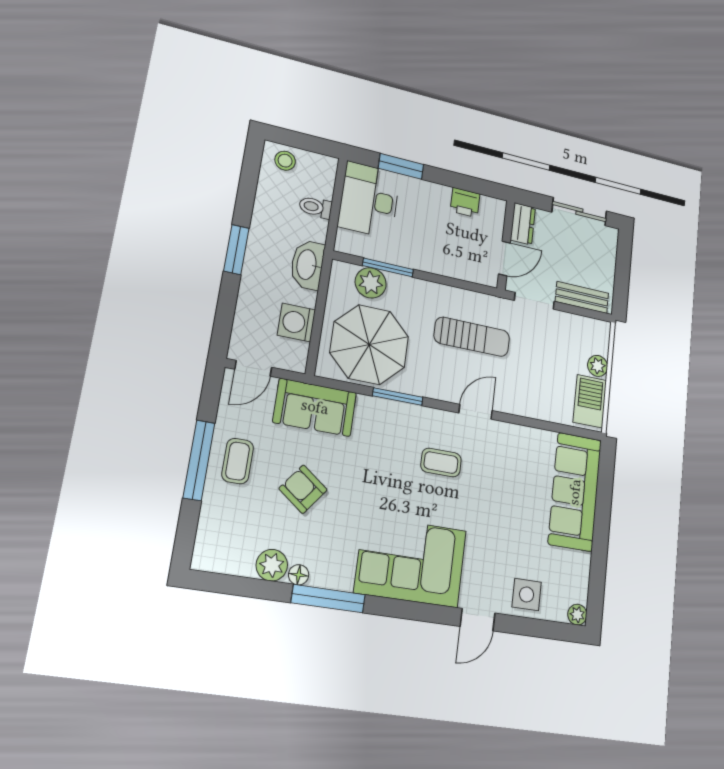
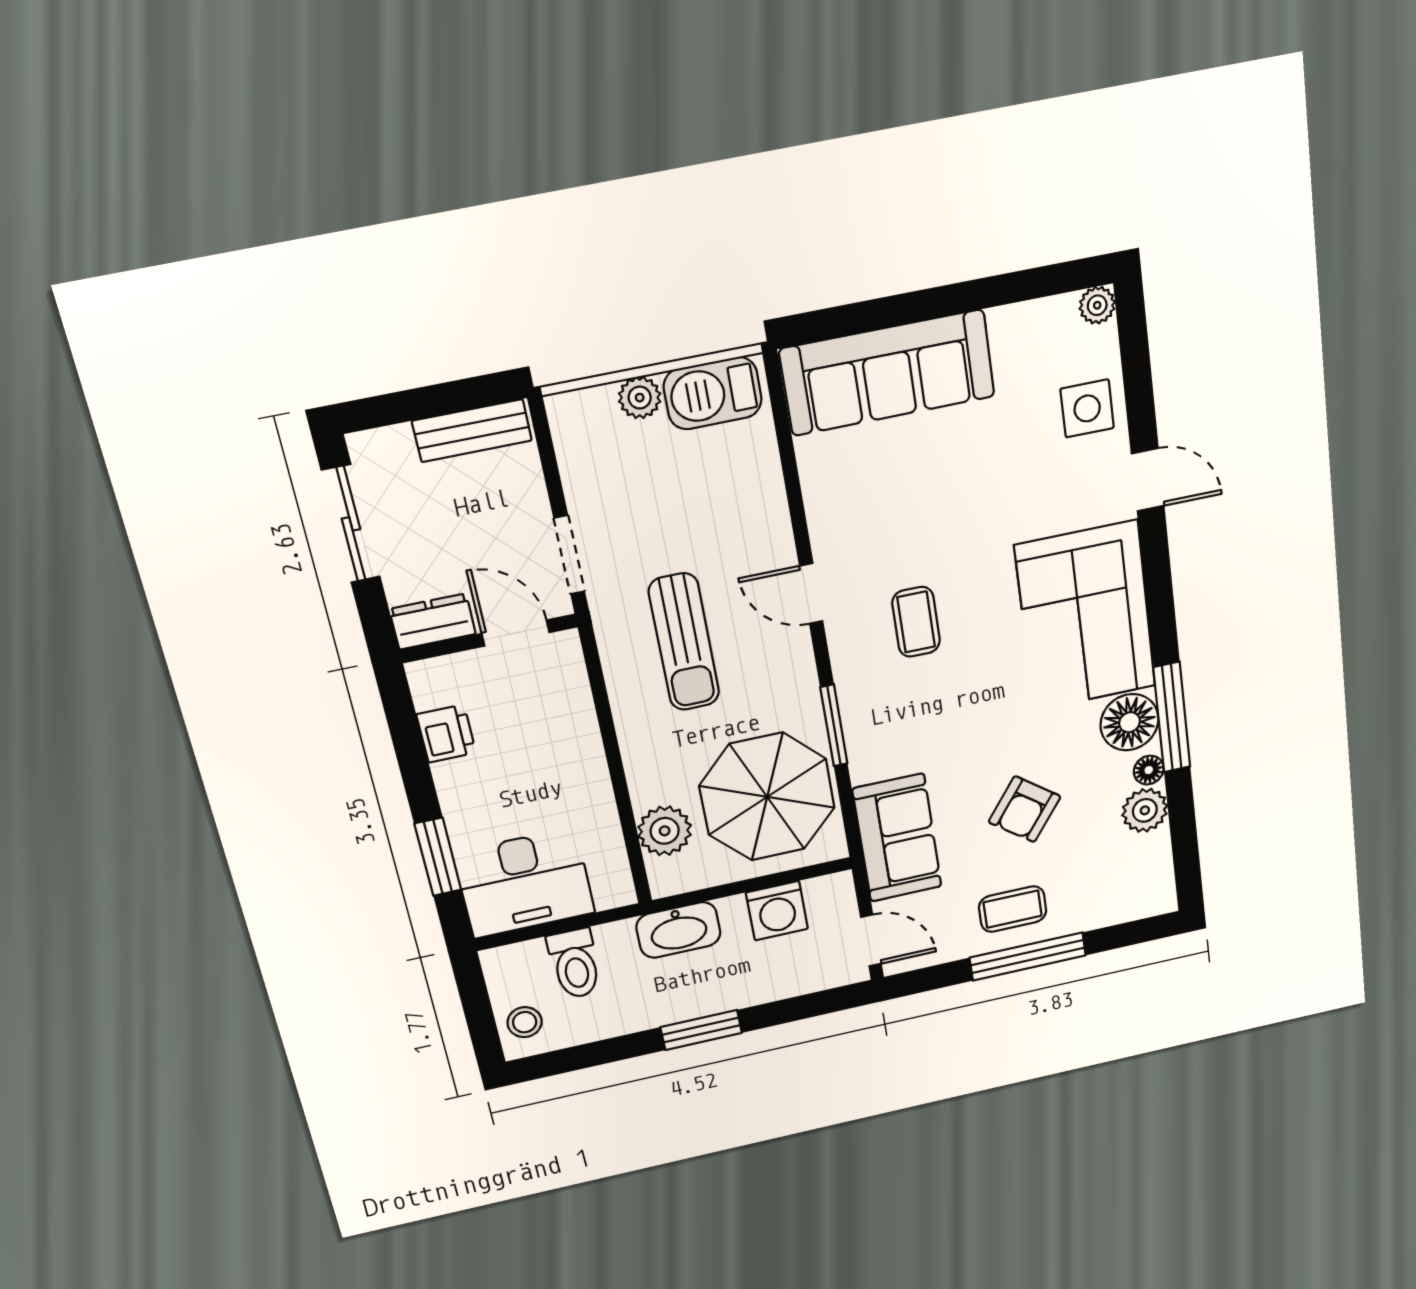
toilet: (315, 207) -> (575, 964), width x1.37, depth x1.39
window: (388, 268) -> (626, 815), removed
bench: (582, 297) -> (472, 431), moved, turned 90
sun lounger: (472, 337) -> (684, 642), turned 180
floor lamp: (335, 571) -> (1130, 722), added

